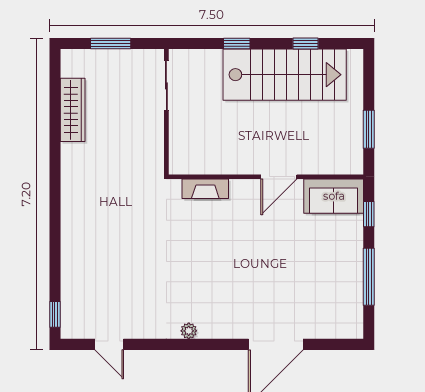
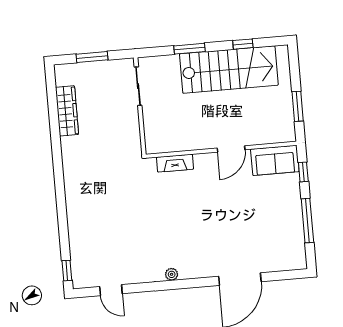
window: (237, 44) -> (190, 49), width x1.50

